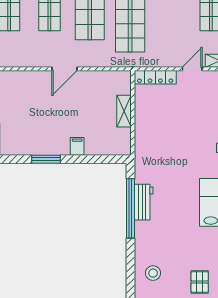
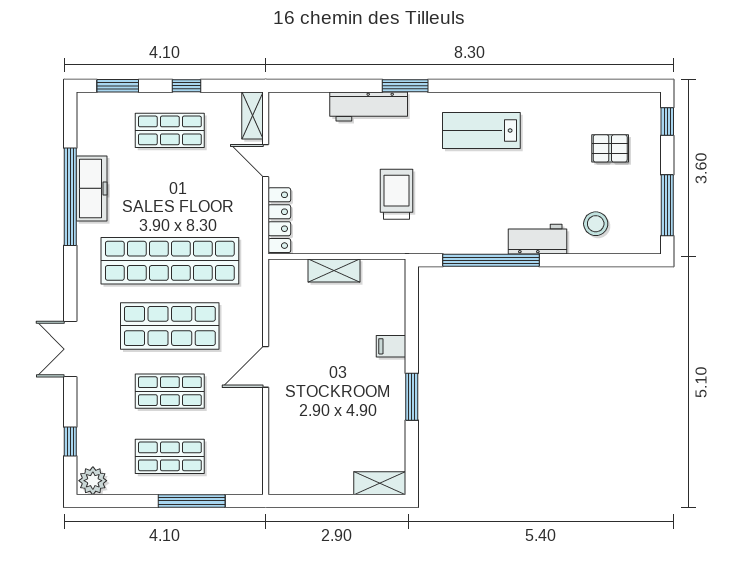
door: (64, 69) -> (266, 367), swing flipped
trolley: (171, 150) -> (397, 194), added
workbench: (144, 202) -> (538, 239), moved

